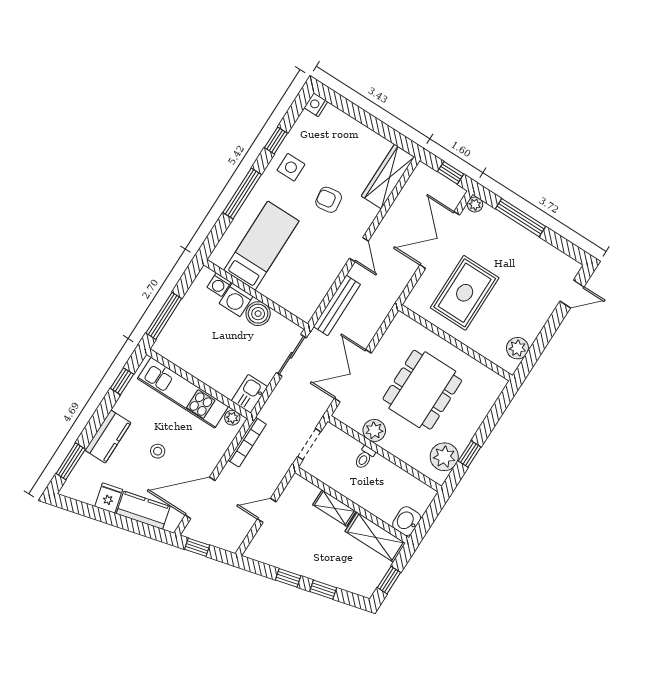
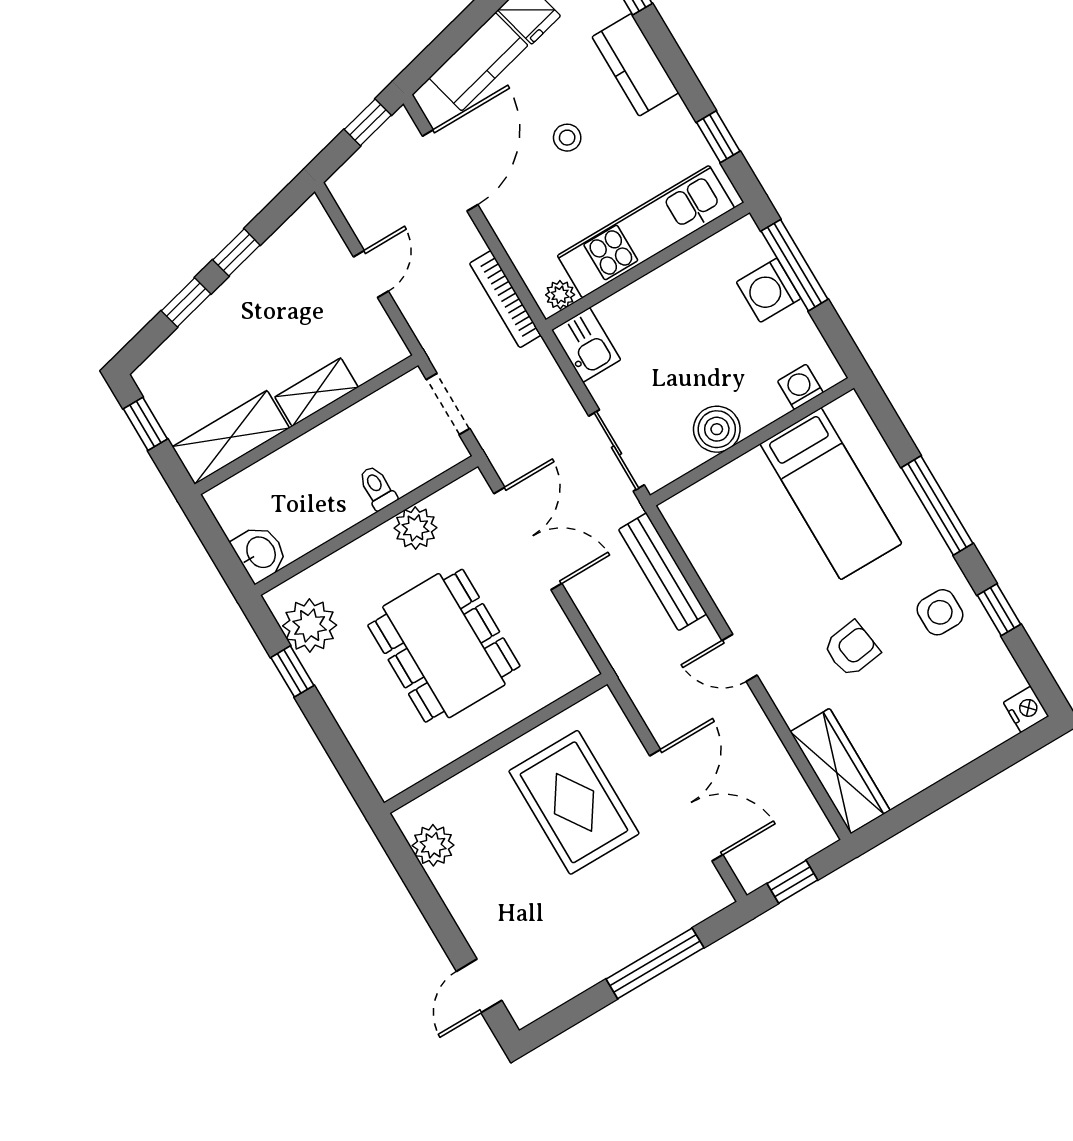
plant: (475, 204) -> (717, 896), removed
washing machine: (236, 300) -> (769, 290), moved, turned -90
washbasin: (407, 521) -> (260, 553), moved

